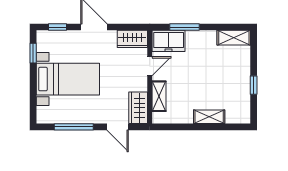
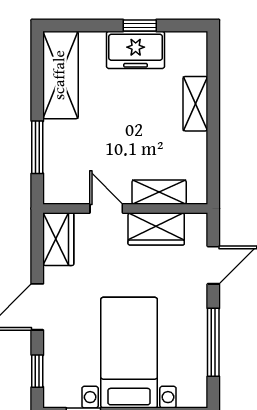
shelving: (234, 38) -> (60, 75), width x1.50, depth x1.33
freezer: (169, 41) -> (136, 50), moved, turned 90
wardrobe: (138, 108) -> (156, 229), moved

